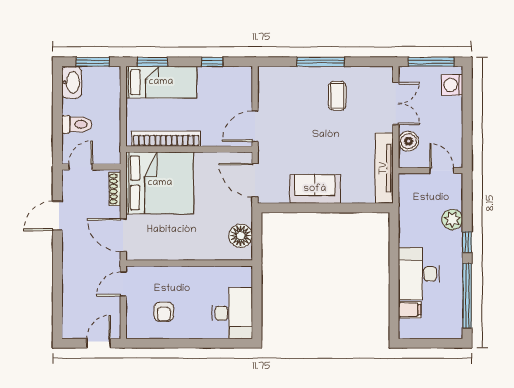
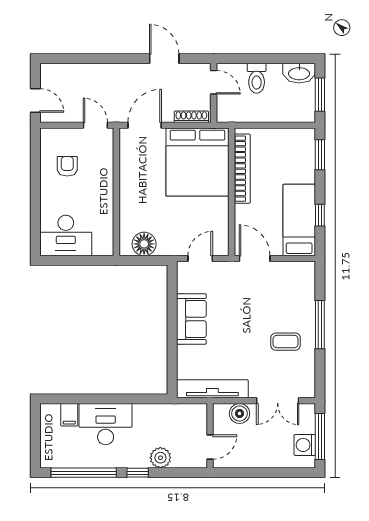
bed: (161, 82) -> (299, 220), moved, turned 180
washing machine: (452, 85) -> (305, 445), moved, turned -90
door: (255, 180) -> (200, 258), width x0.73
armchair: (164, 312) -> (67, 166), turned 90

